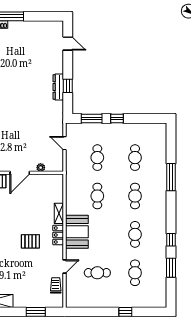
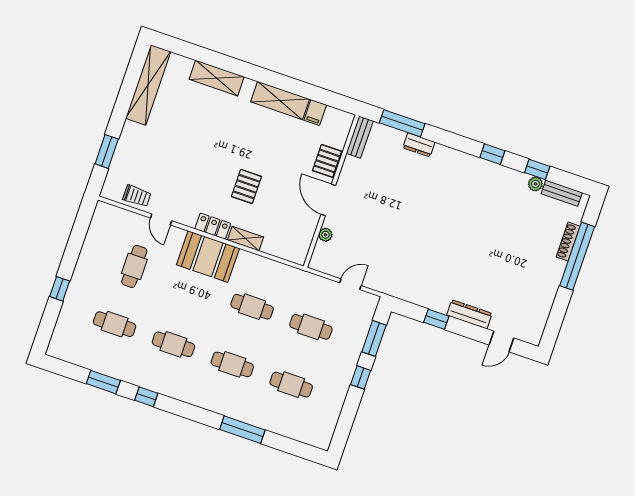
dresser: (58, 87) -> (469, 314), moved
pallet: (30, 241) -> (246, 186), moved

